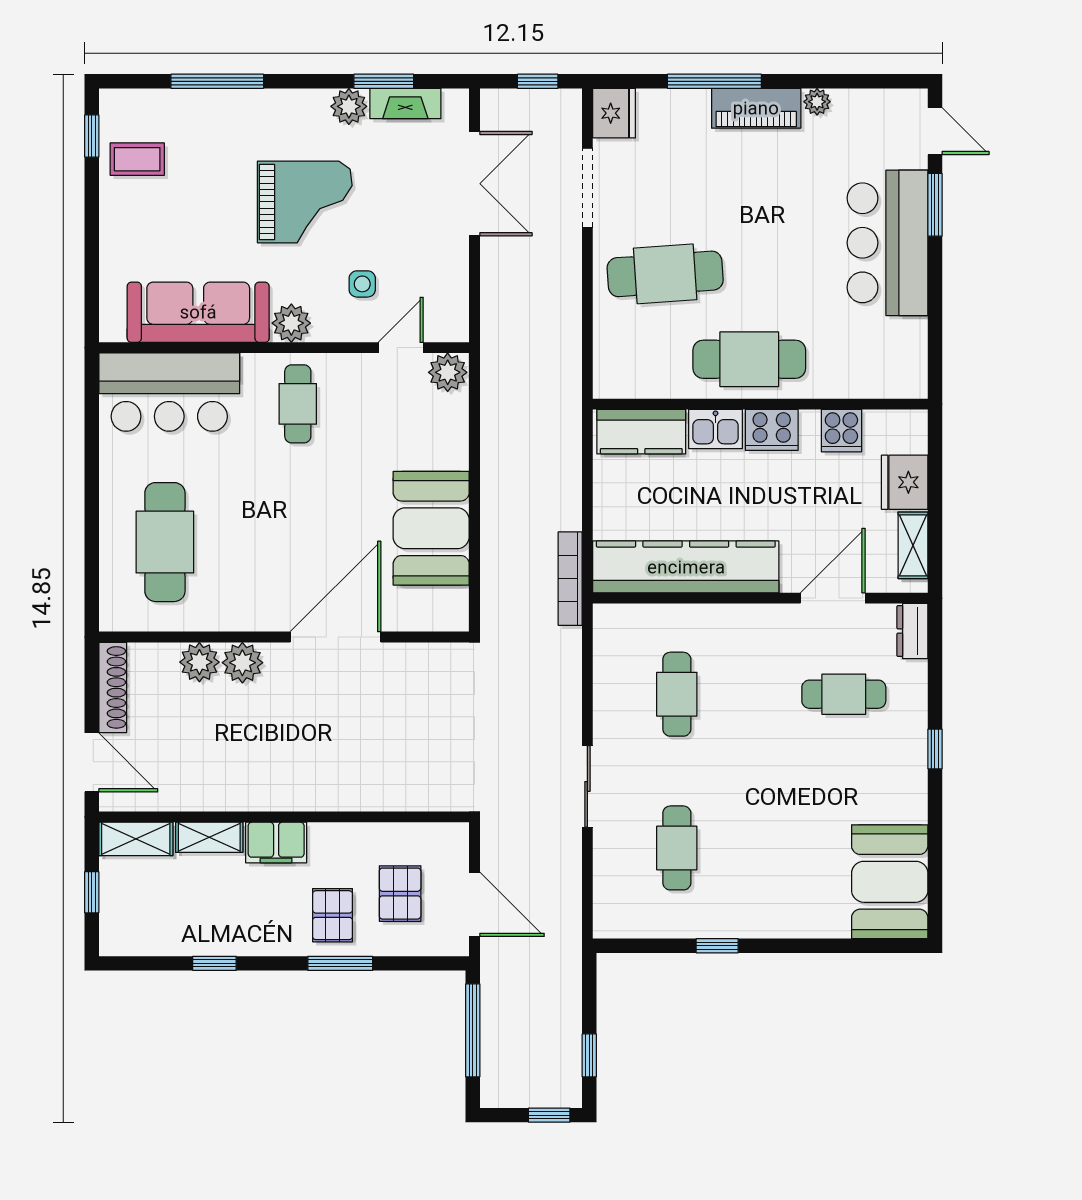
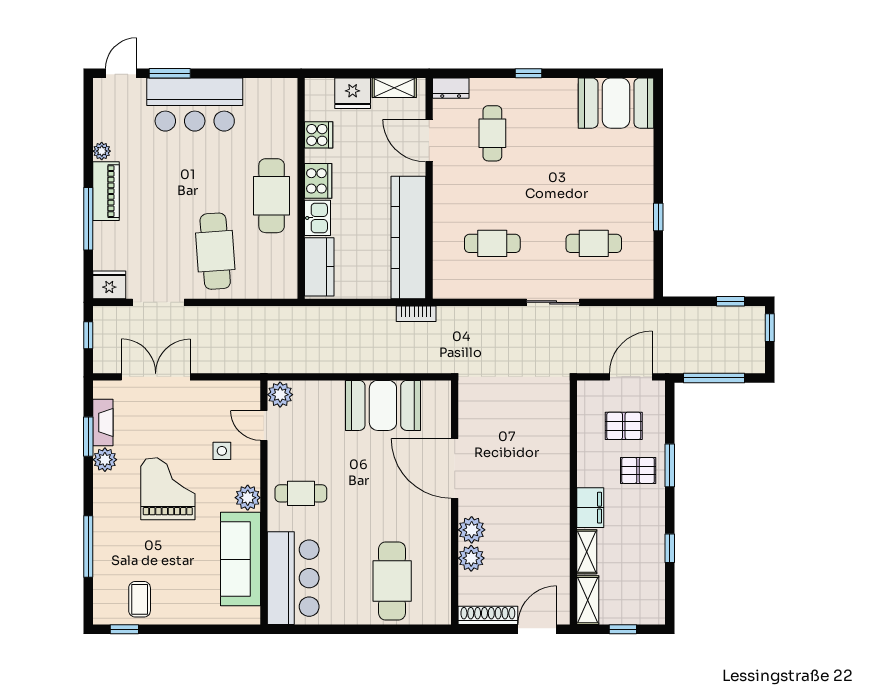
cafe table: (165, 542) -> (392, 581), turned 90
bookcase: (570, 579) -> (416, 314), width x0.64

